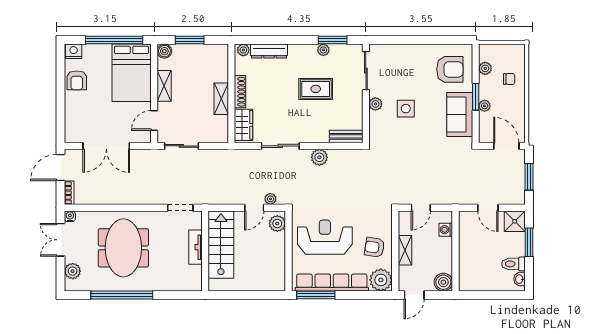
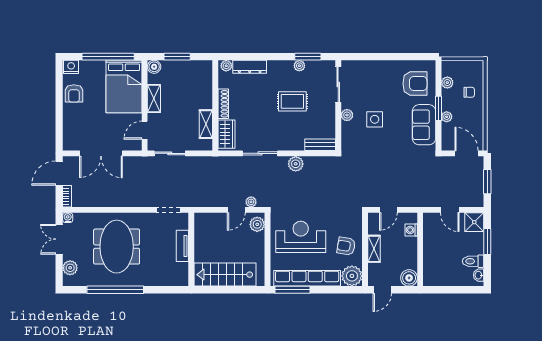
shelving: (221, 99) -> (206, 124), moved
stairs: (221, 245) -> (225, 275), moved, turned -90

